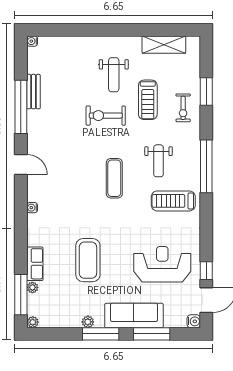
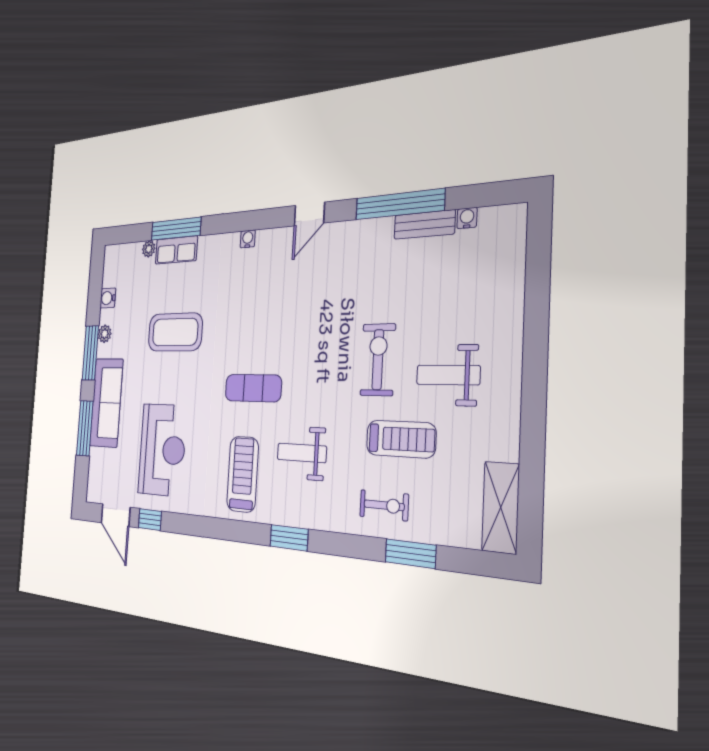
water cooler: (32, 41) -> (467, 218), moved
shelving: (164, 45) -> (501, 507), moved
treadmill: (148, 100) -> (401, 439), turned 180
exercise bike: (183, 108) -> (384, 505), turned 180
window: (206, 166) -> (289, 538), width x0.47
exercise mat: (114, 178) -> (253, 388), moved
window: (21, 295) -> (176, 229), moved
water cooler: (194, 321) -> (108, 298), moved, turned 90
plant: (33, 322) -> (110, 253), removed

